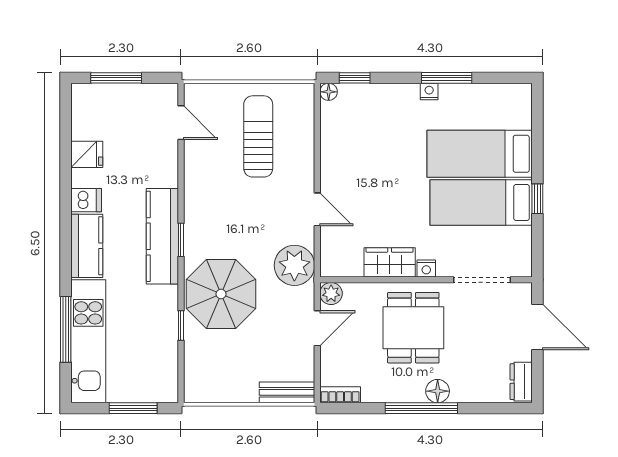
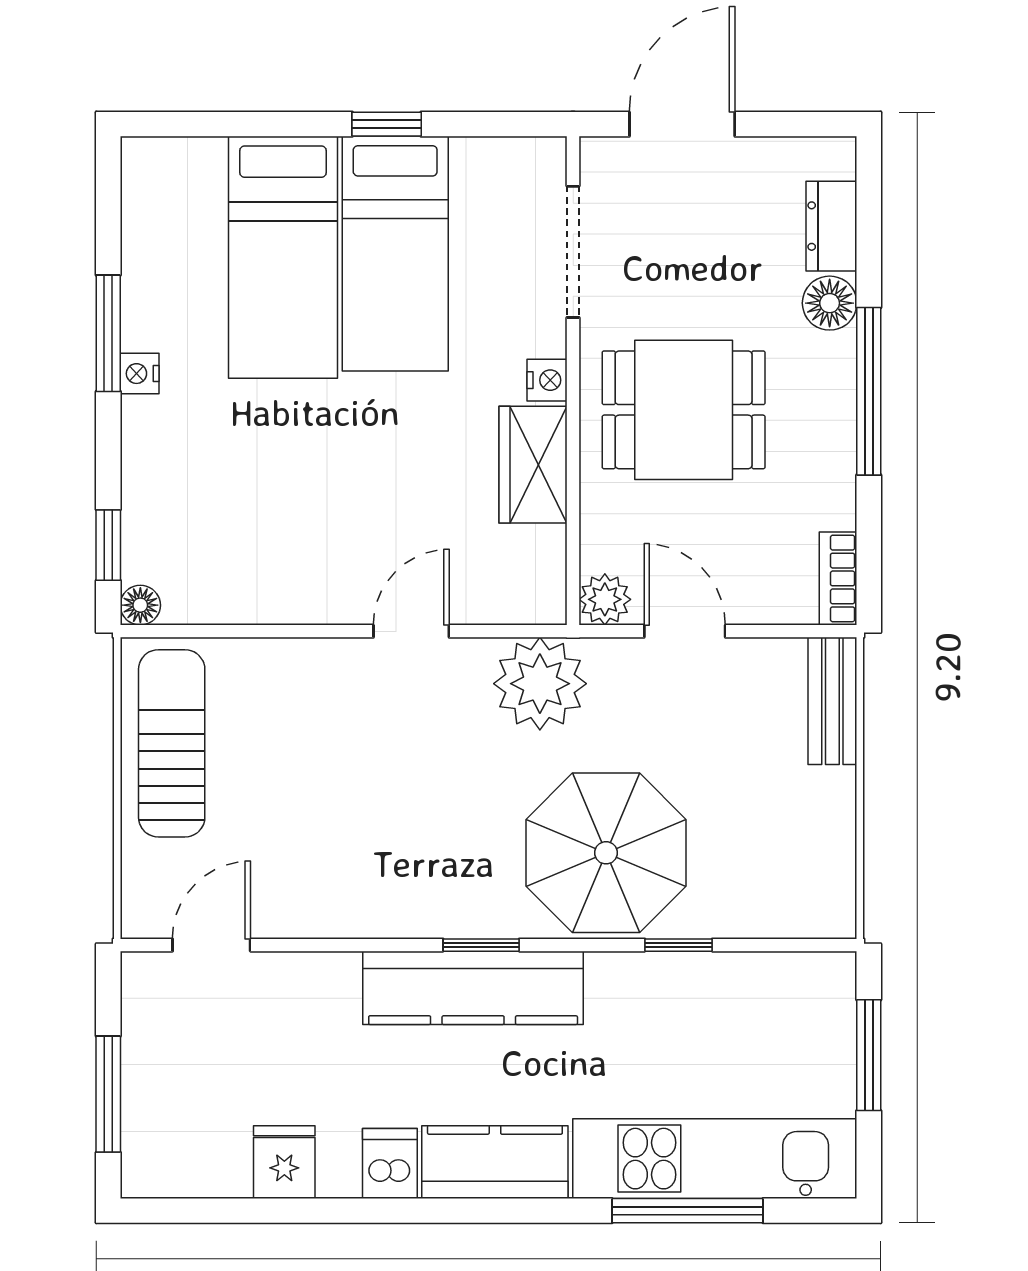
sun lounger: (258, 136) -> (172, 743), moved, turned 90
dresser: (521, 382) -> (831, 226), moved, turned 90
floor lamp: (438, 391) -> (830, 303), moved

